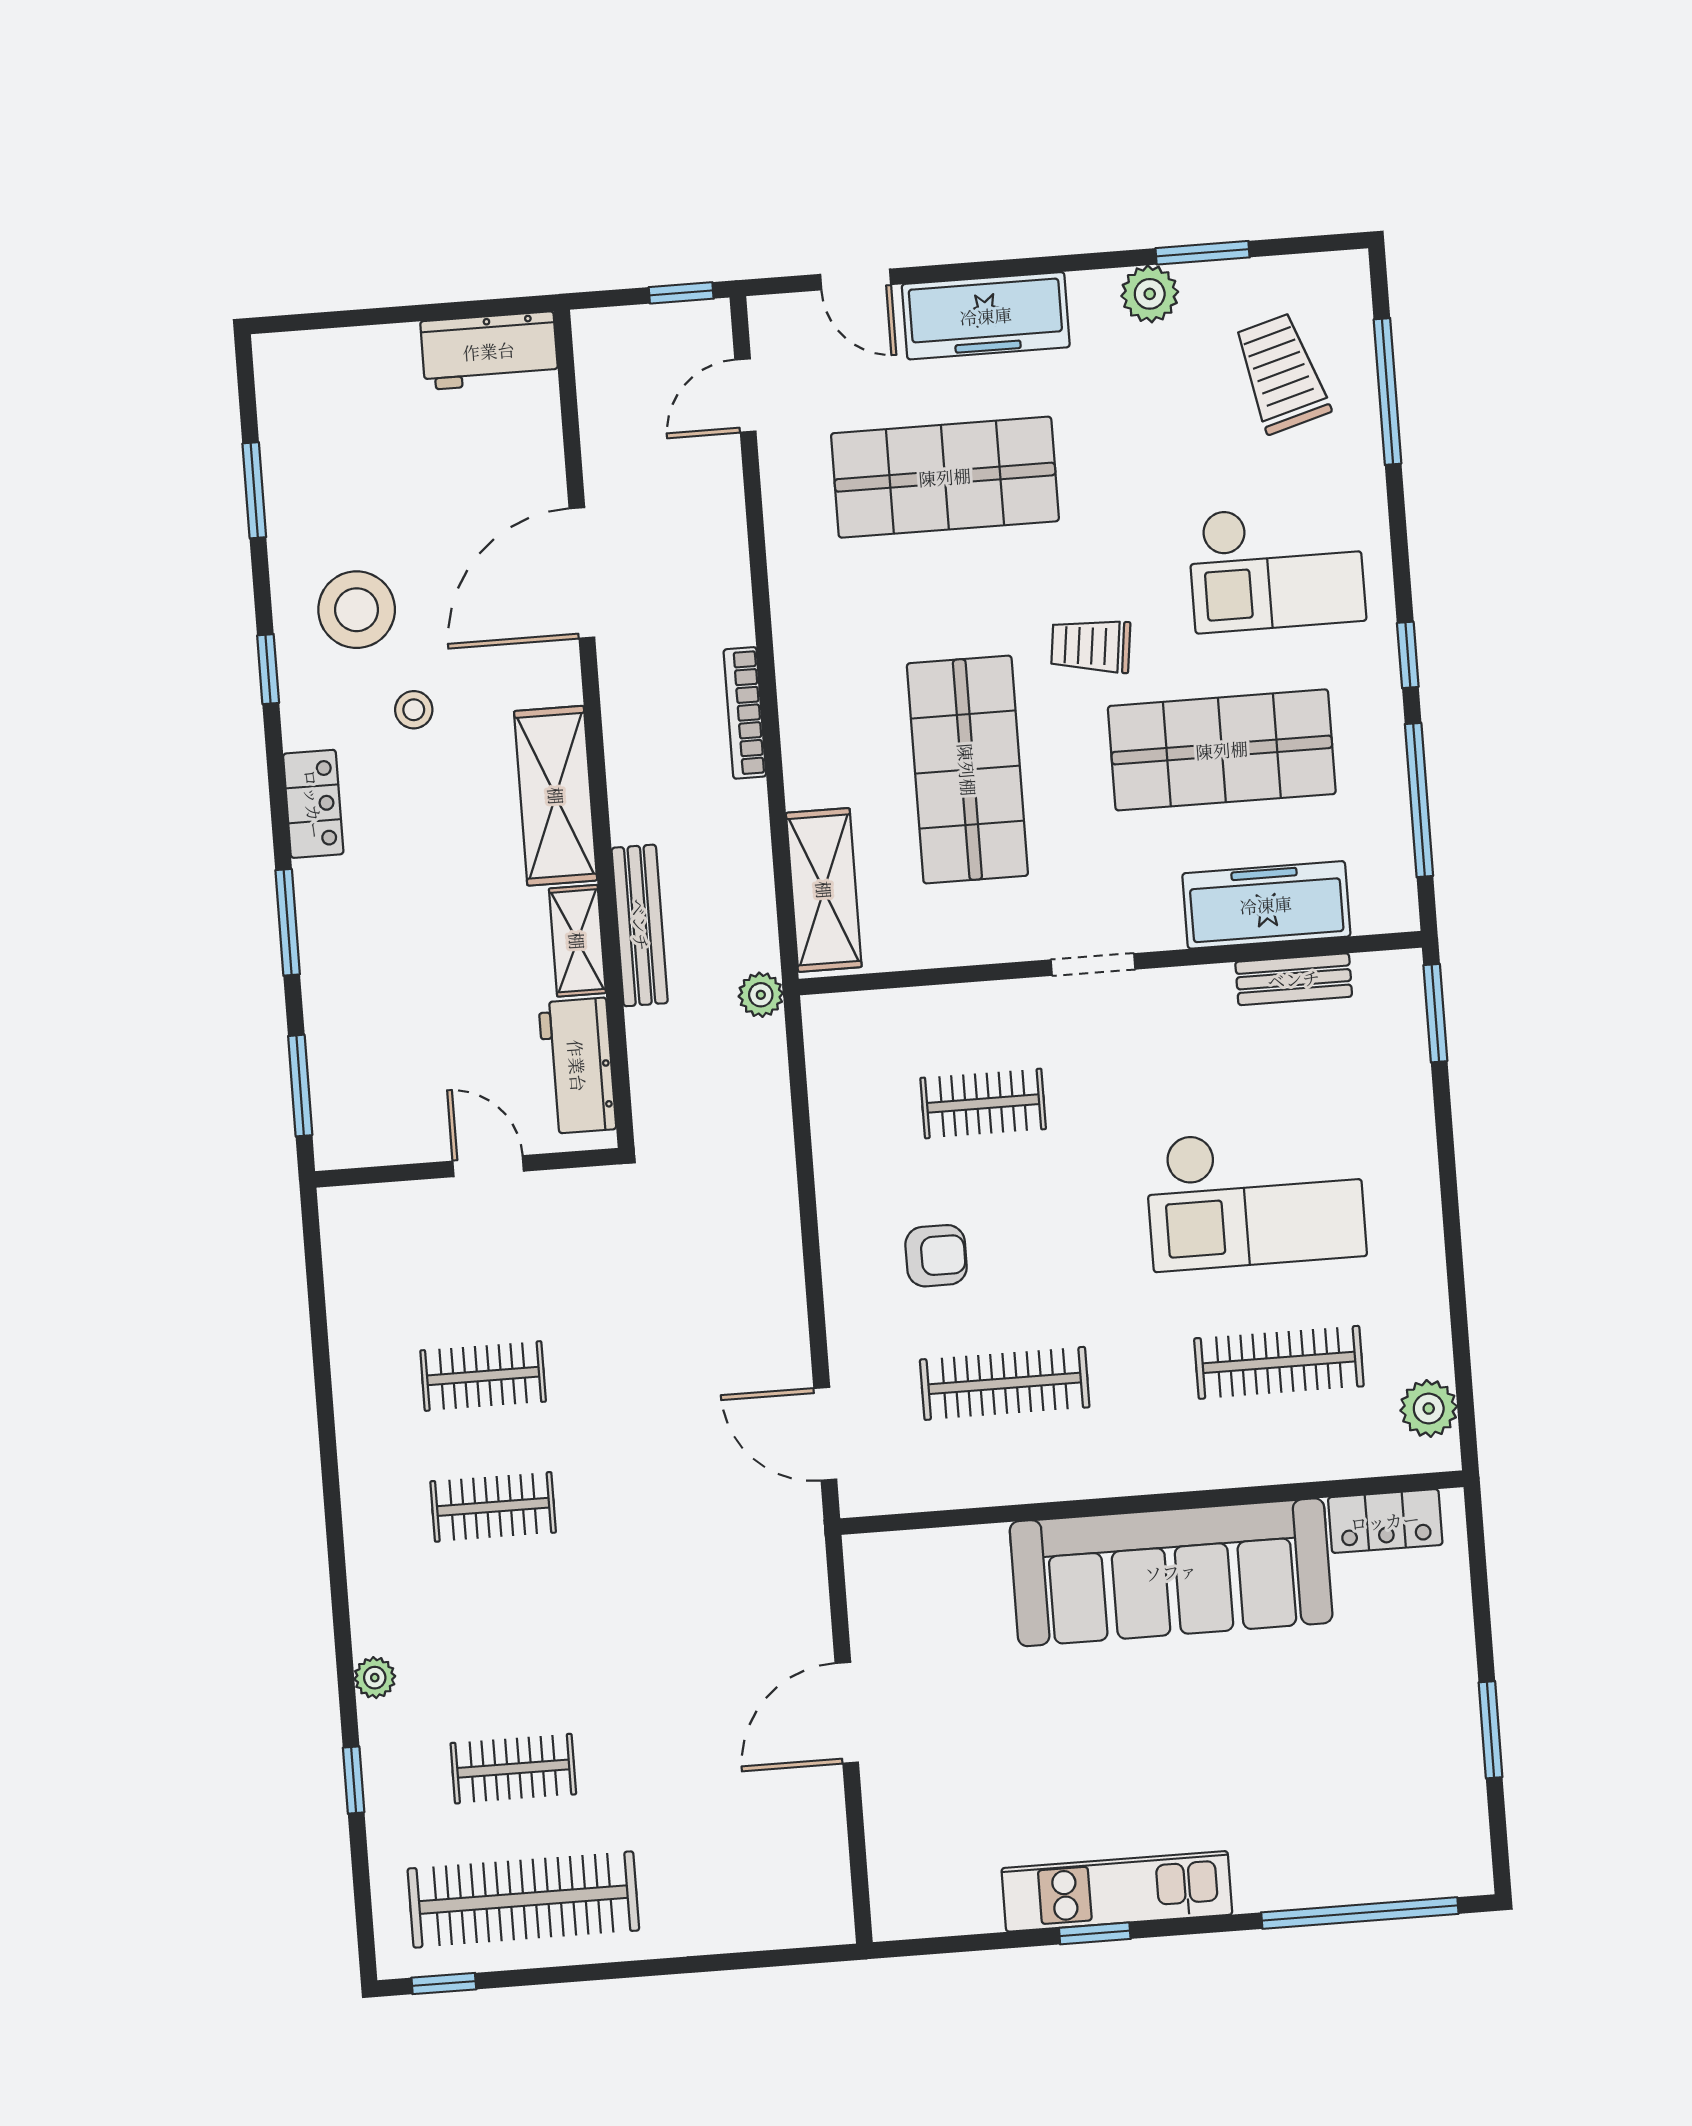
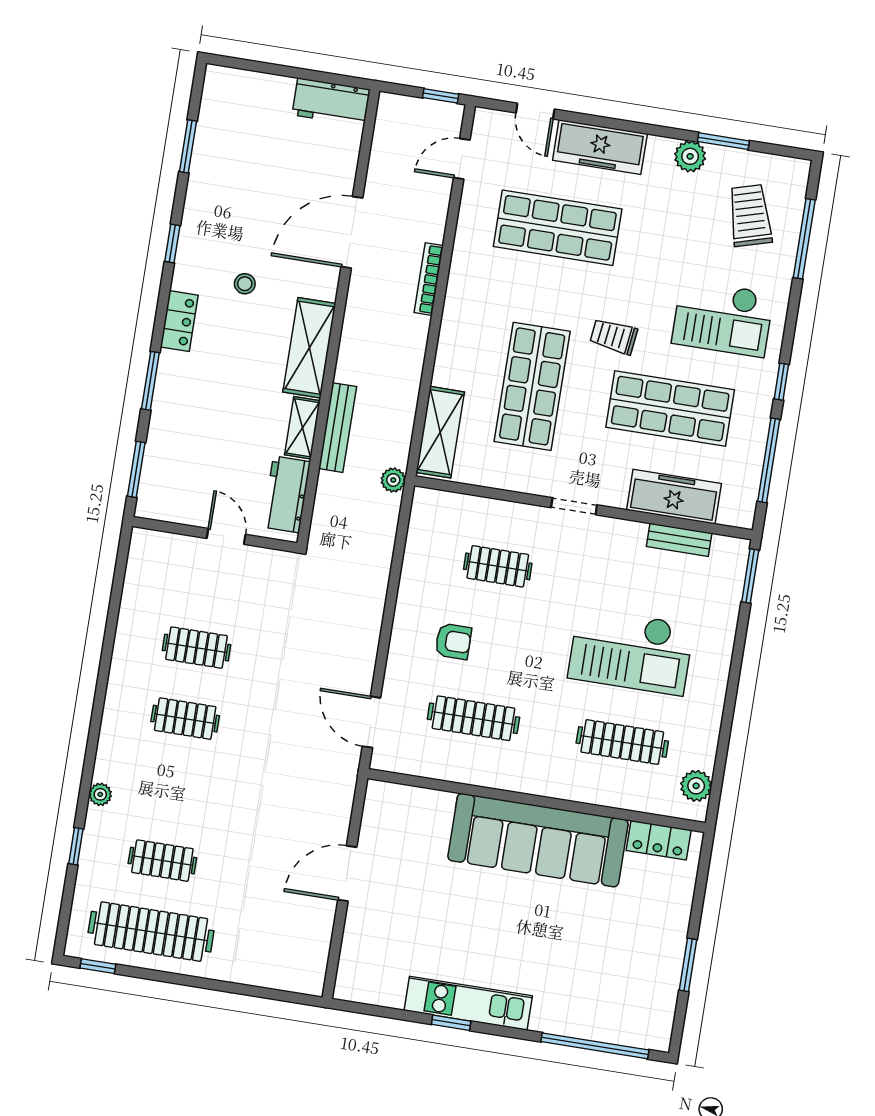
stool: (357, 610) -> (227, 223), removed
bookcase: (745, 713) -> (429, 279), moved

